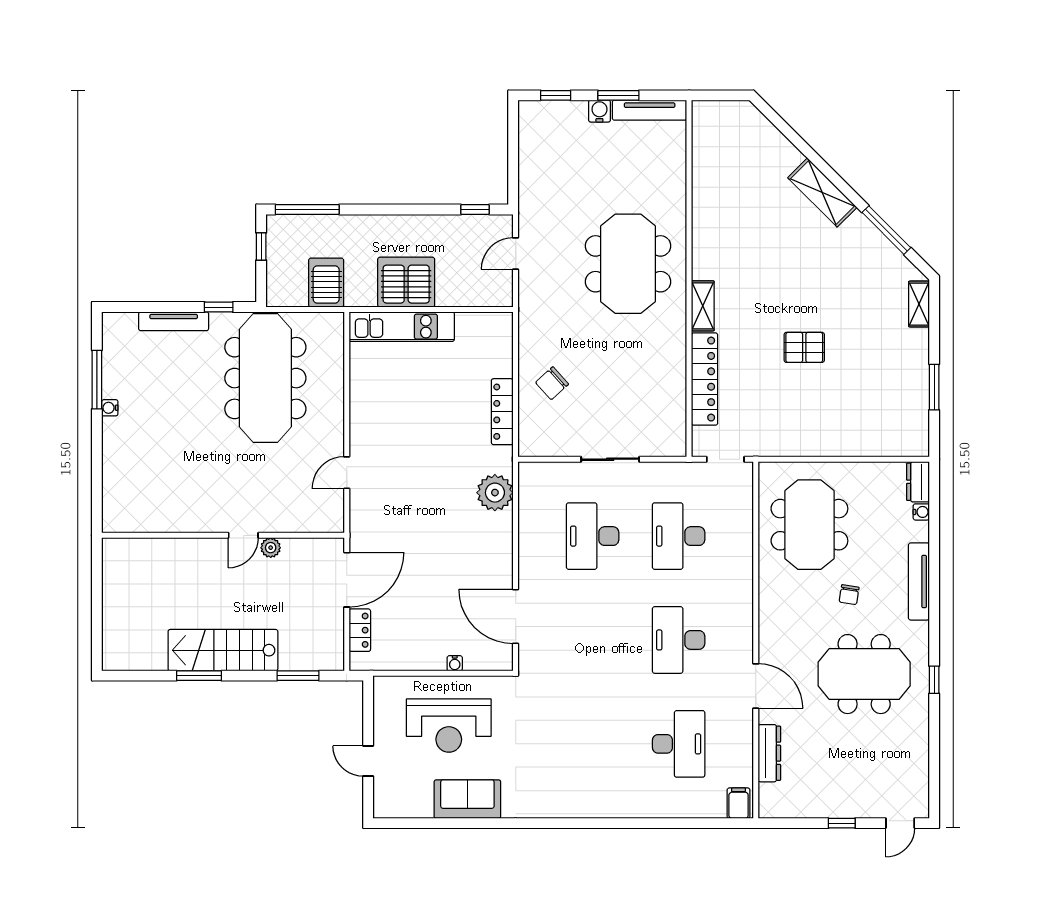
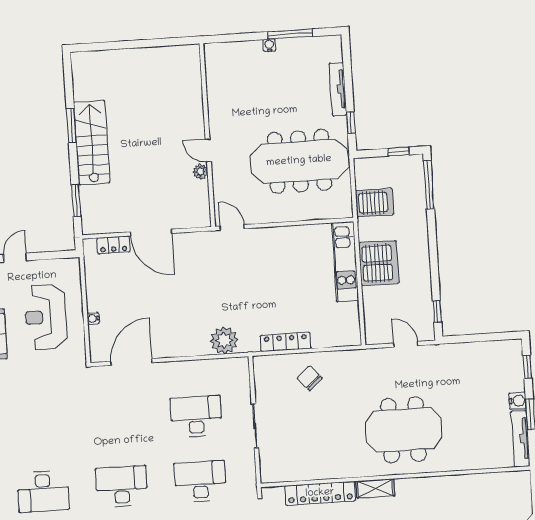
wall: (223, 535) -> (207, 135), moved
door: (243, 535) -> (208, 150), moved
plant: (271, 548) -> (200, 172), moved

